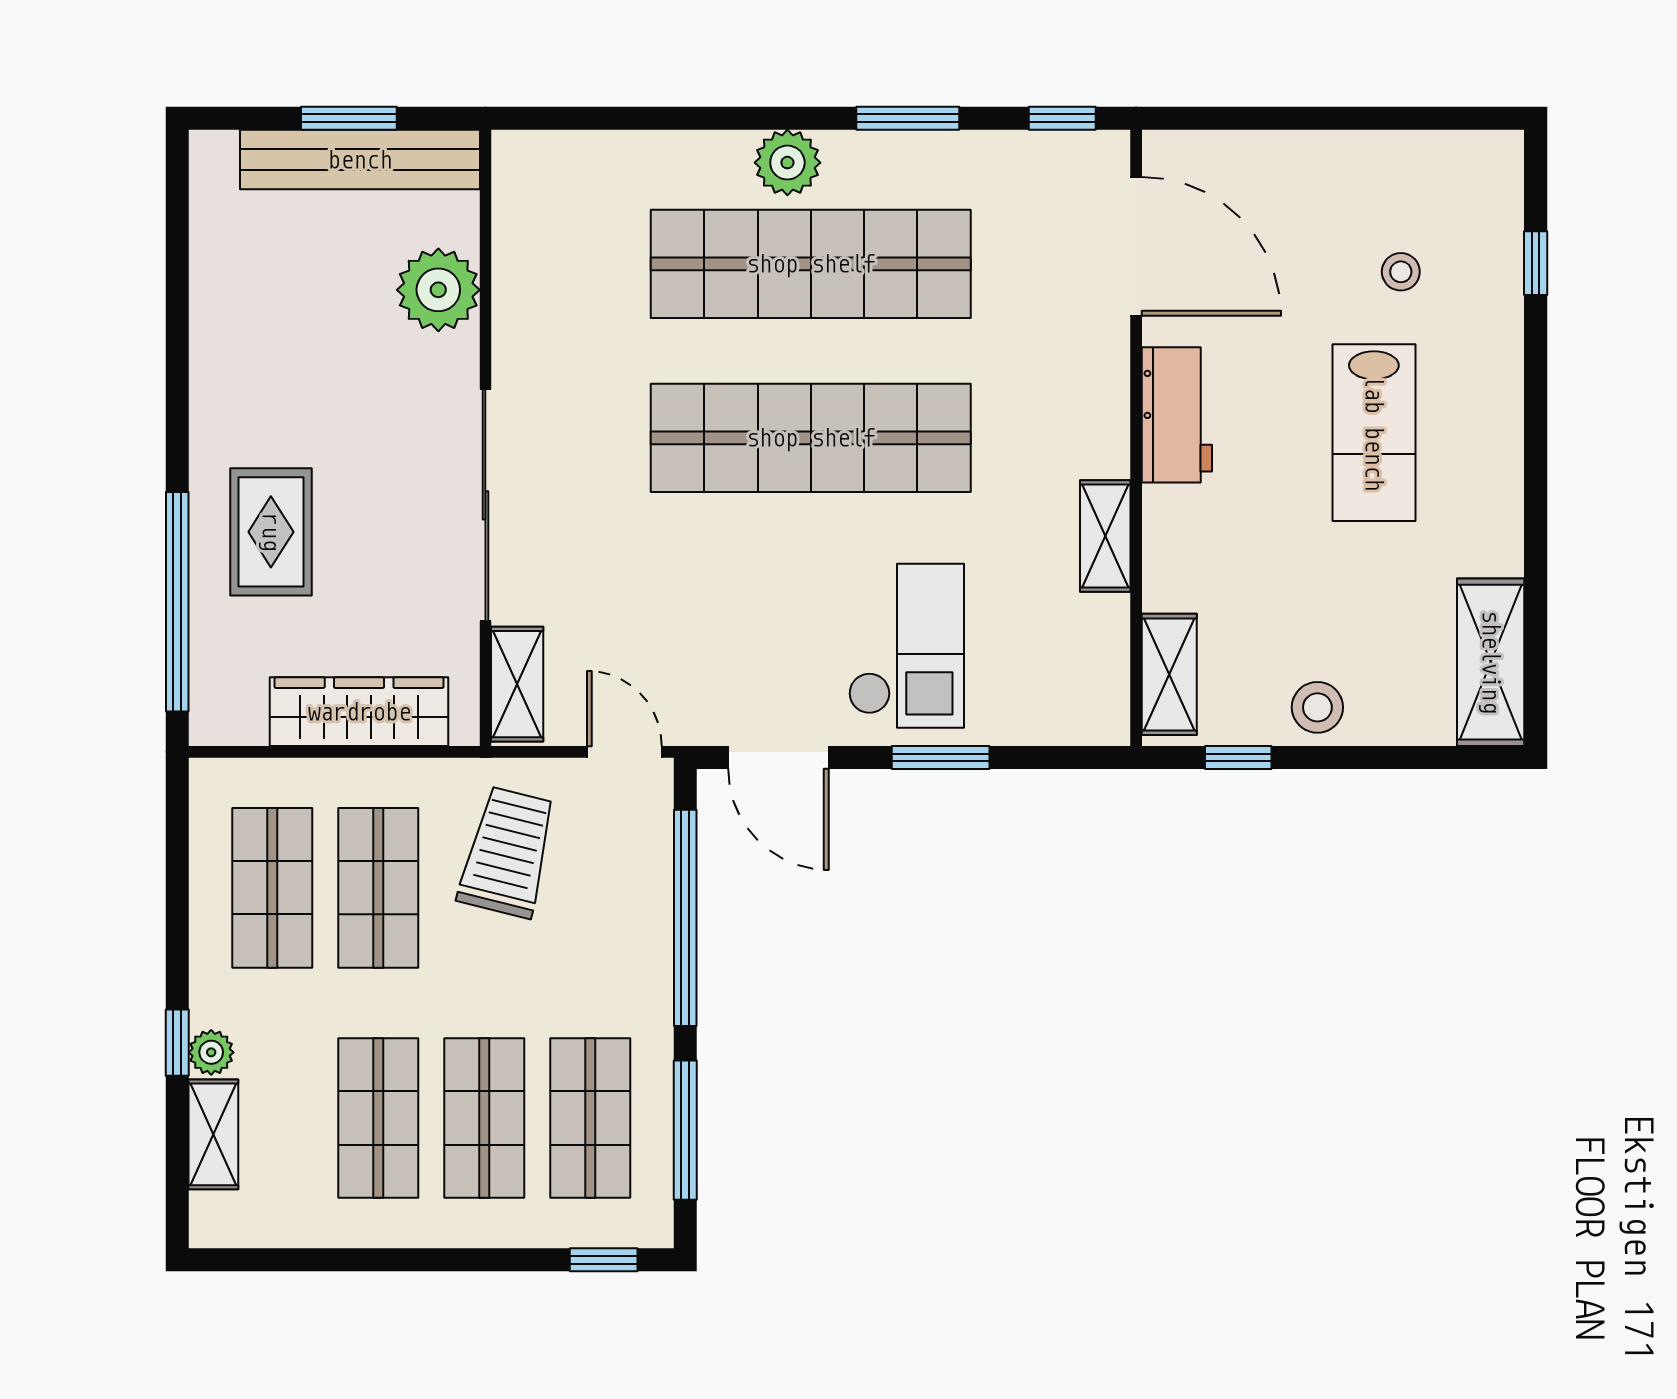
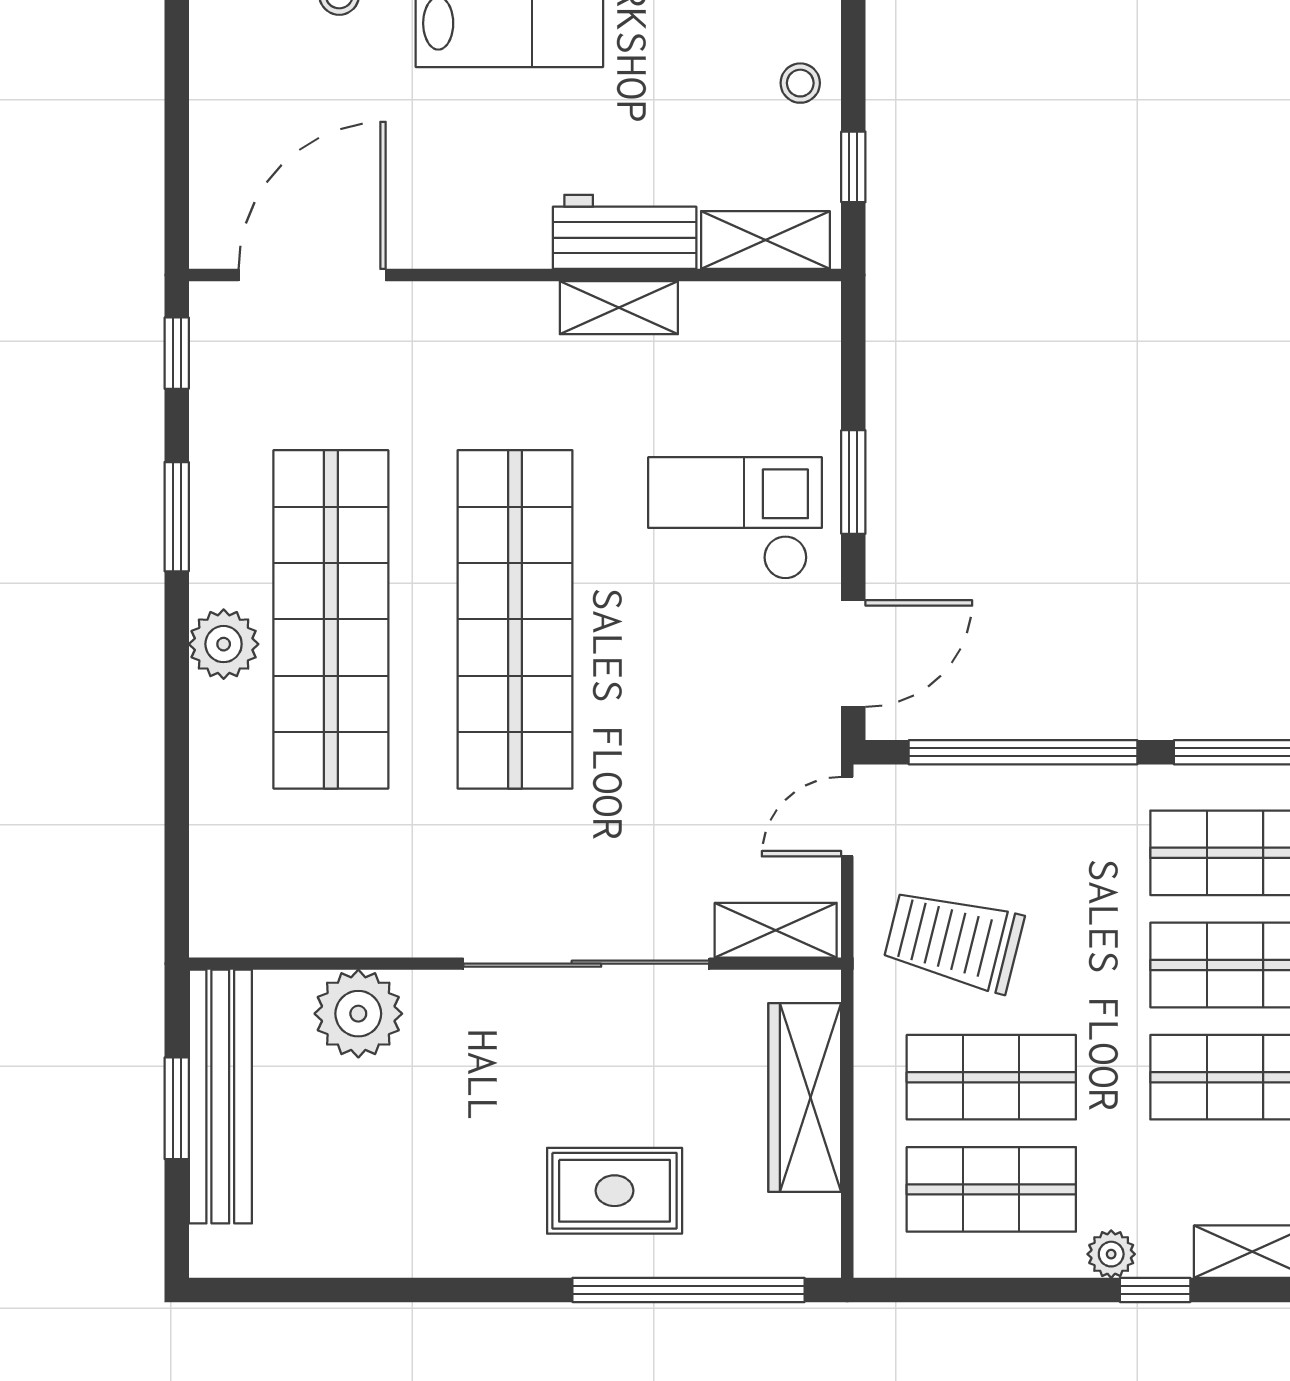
workbench: (1177, 415) -> (625, 232), moved
stool: (1317, 707) -> (800, 83), width x0.73, depth x0.73
plant: (211, 1052) -> (1111, 1254), moved

